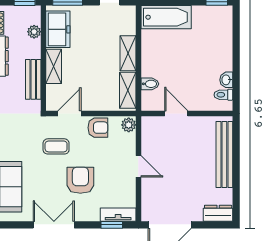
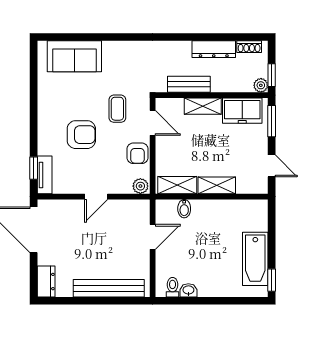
bathtub: (166, 17) -> (255, 259), moved
plant: (34, 32) -> (261, 85), moved
double door: (54, 225) -> (34, 106), removed

